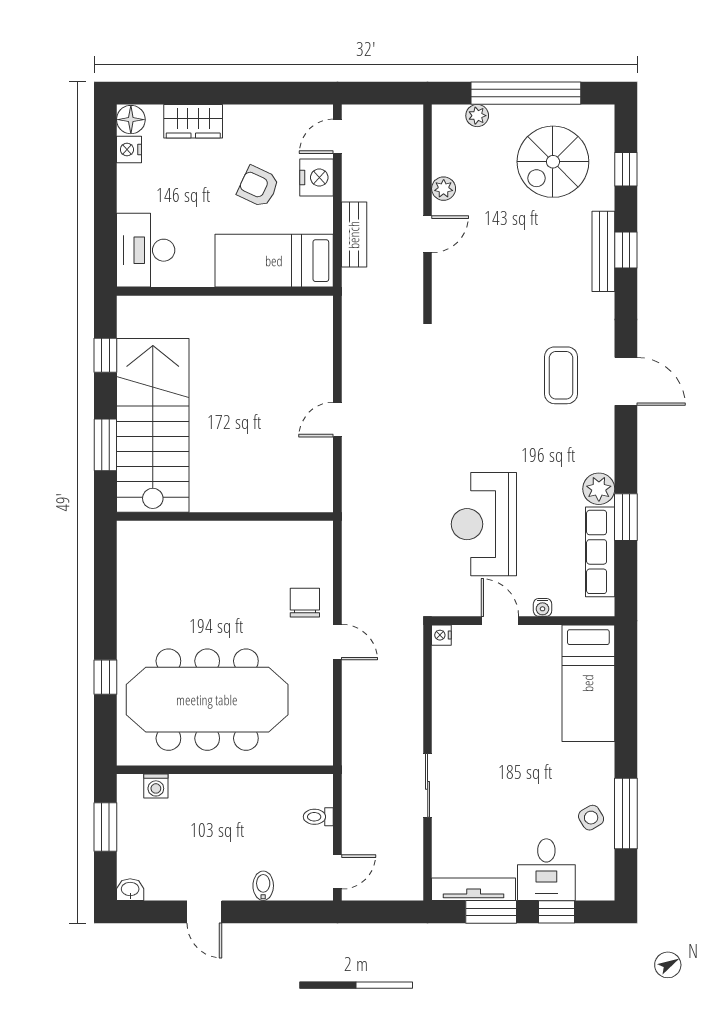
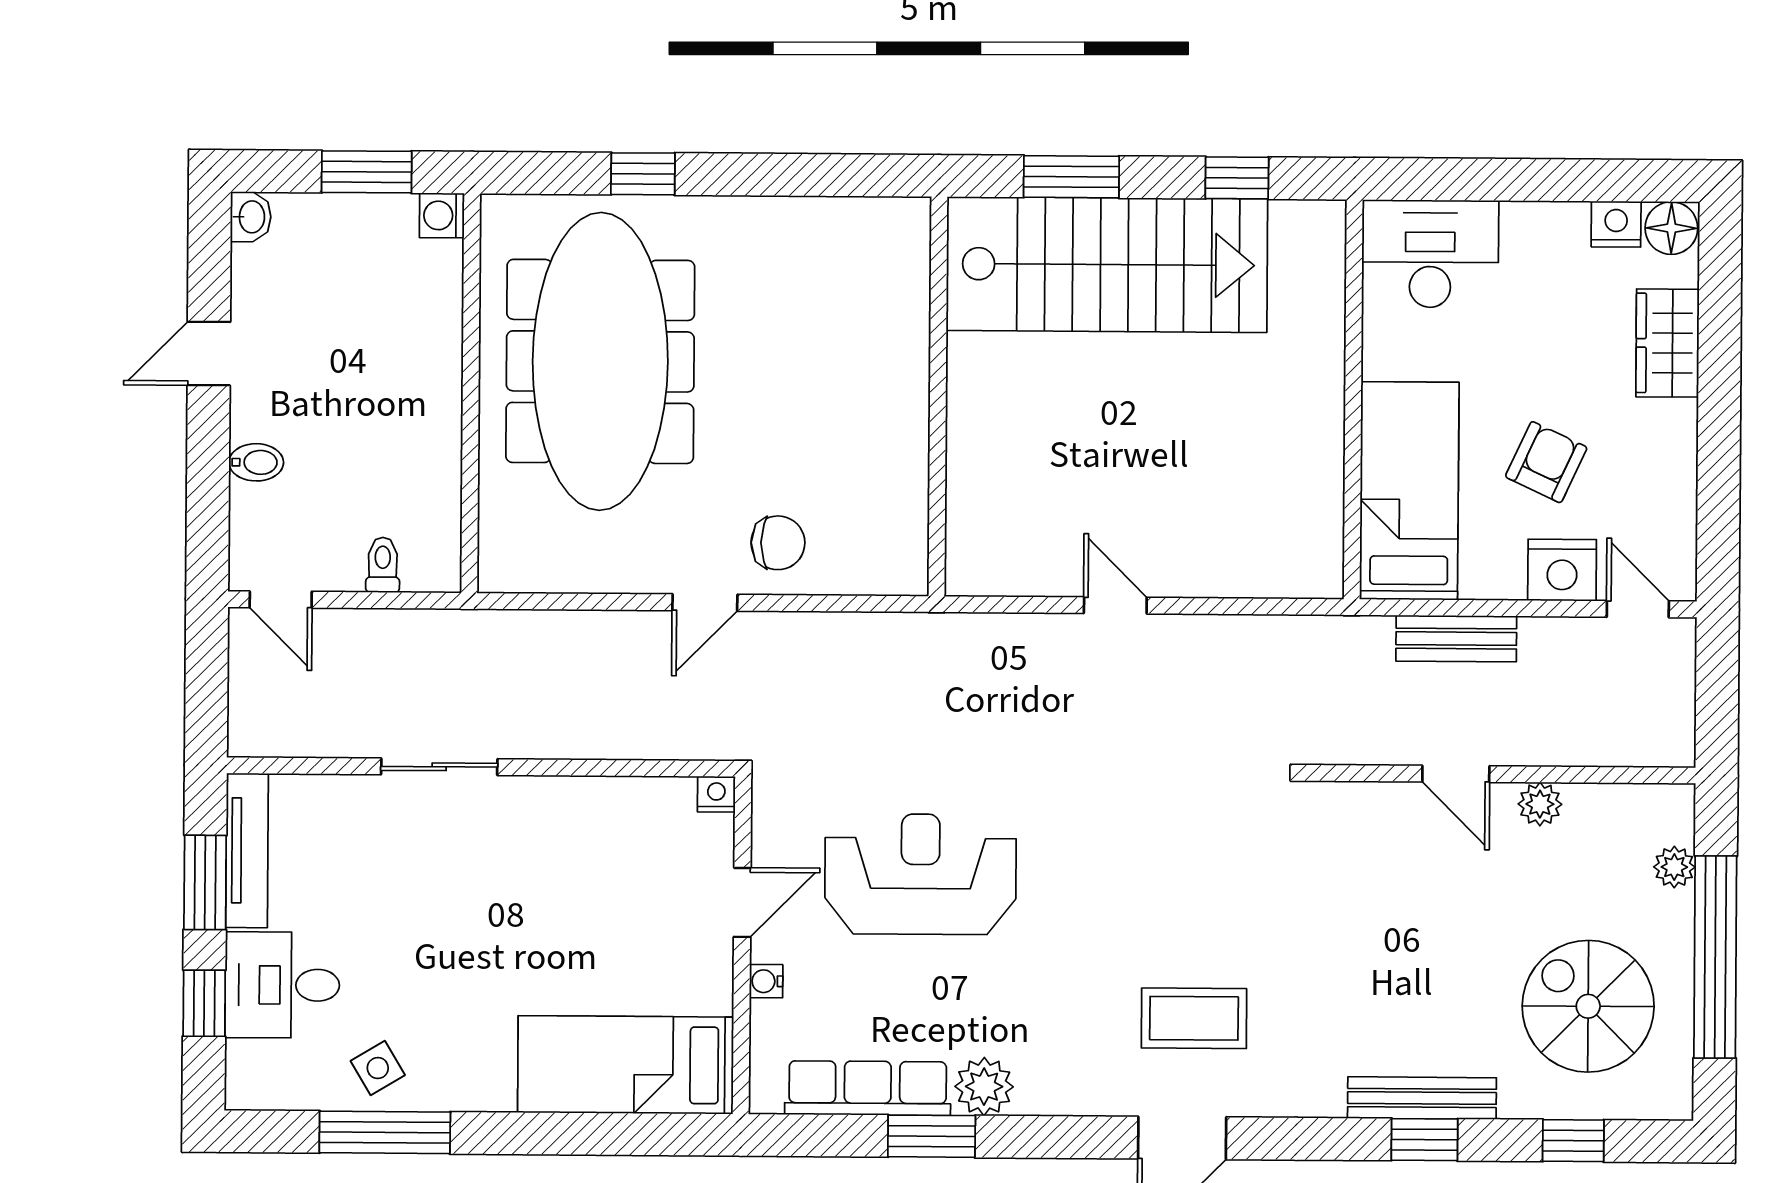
washing machine: (156, 786) -> (442, 215), moved

